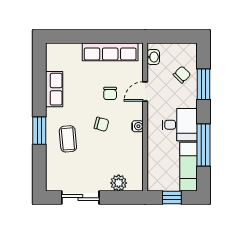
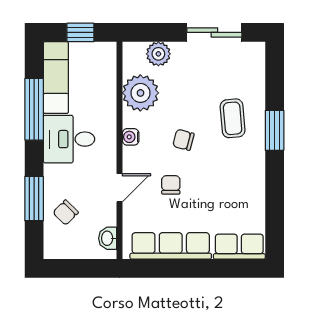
row of seats: (54, 89) -> (239, 247), moved, turned 90
plant: (131, 156) -> (140, 93), added

